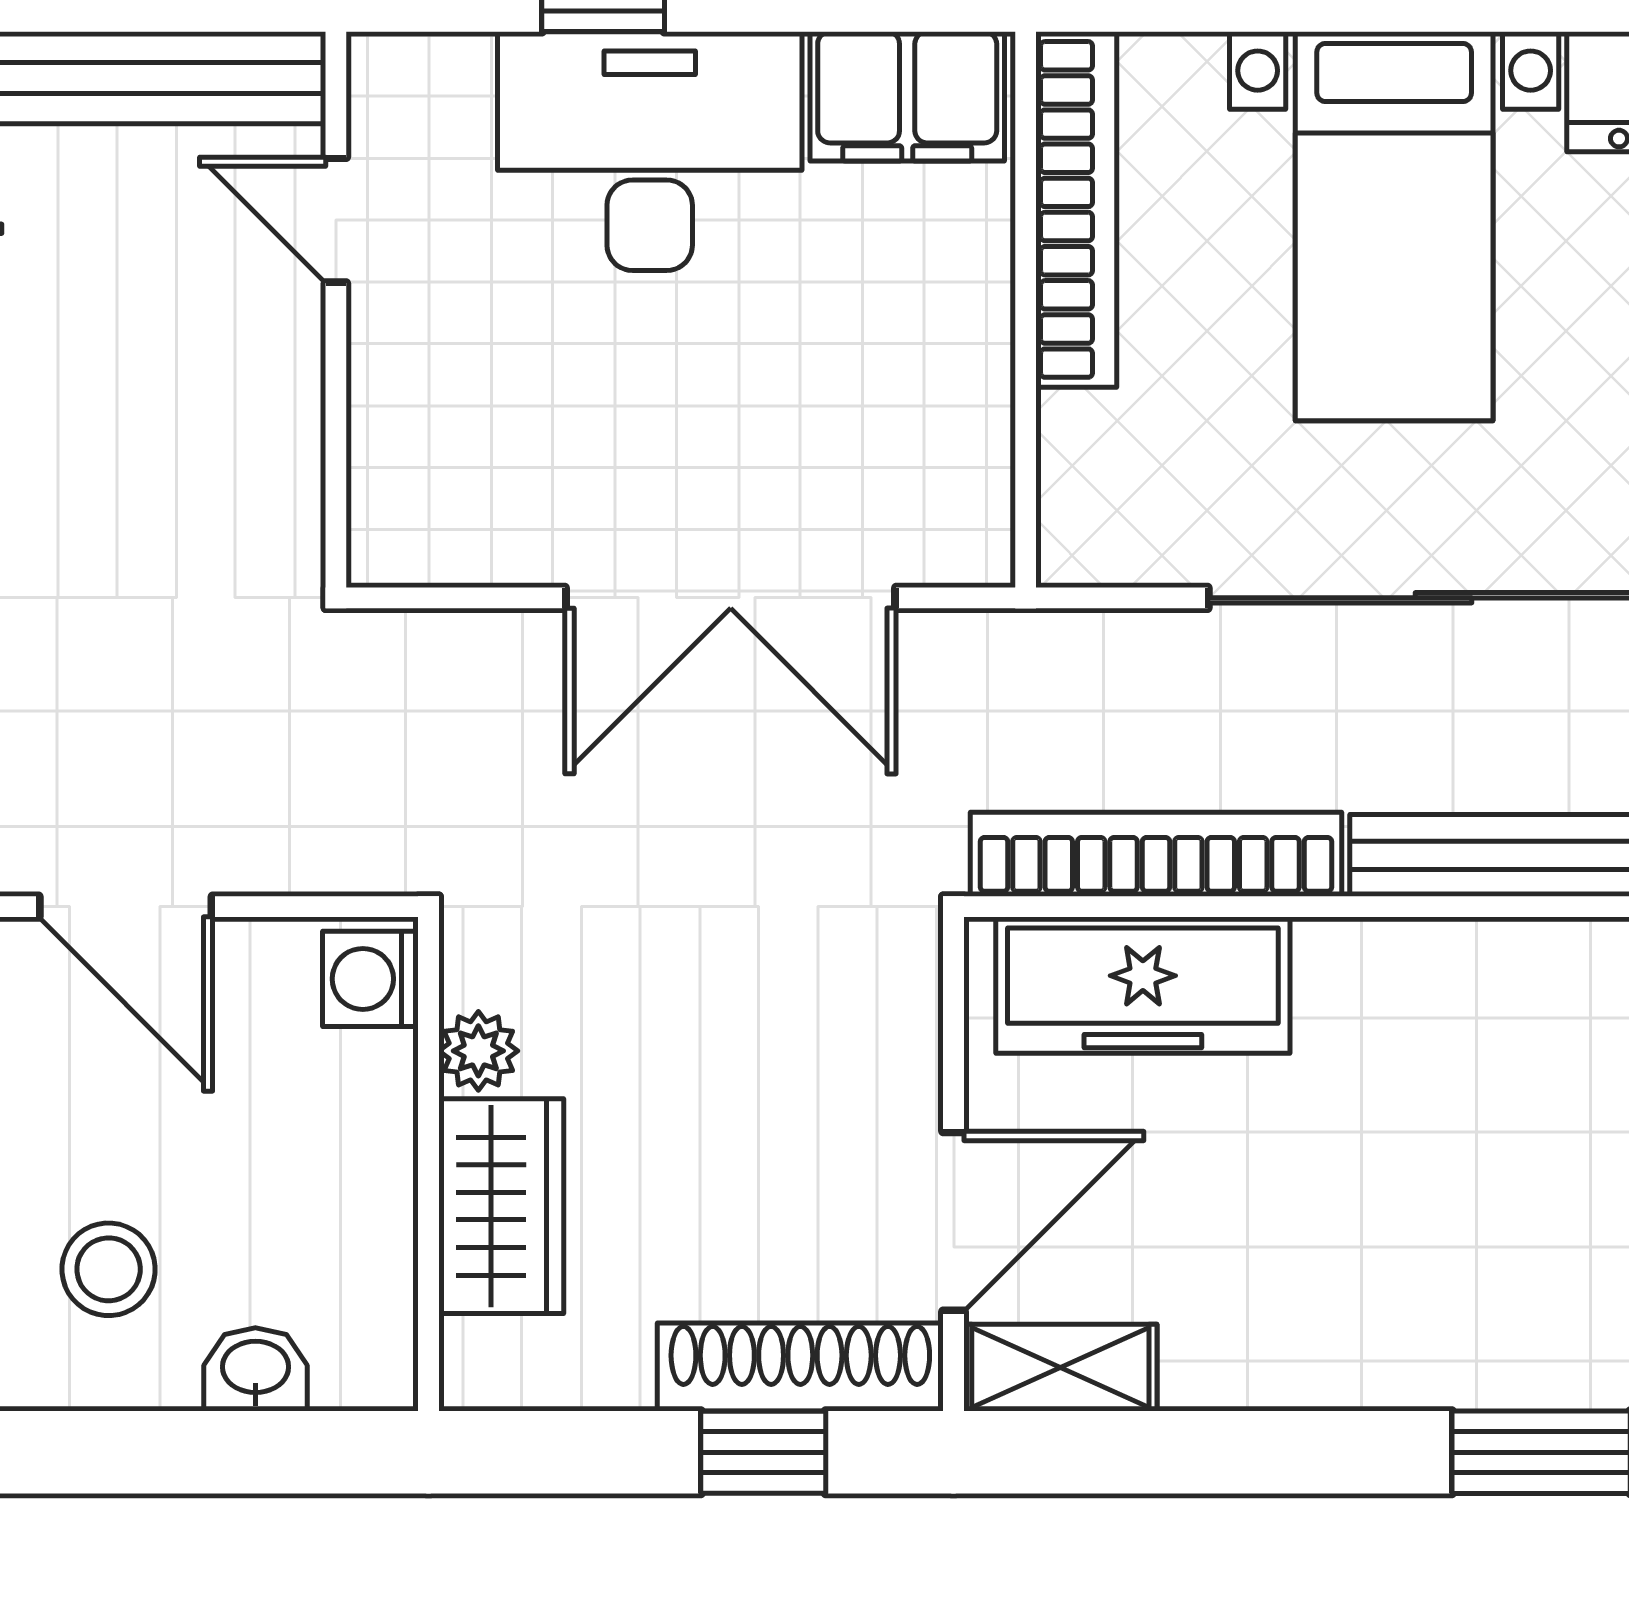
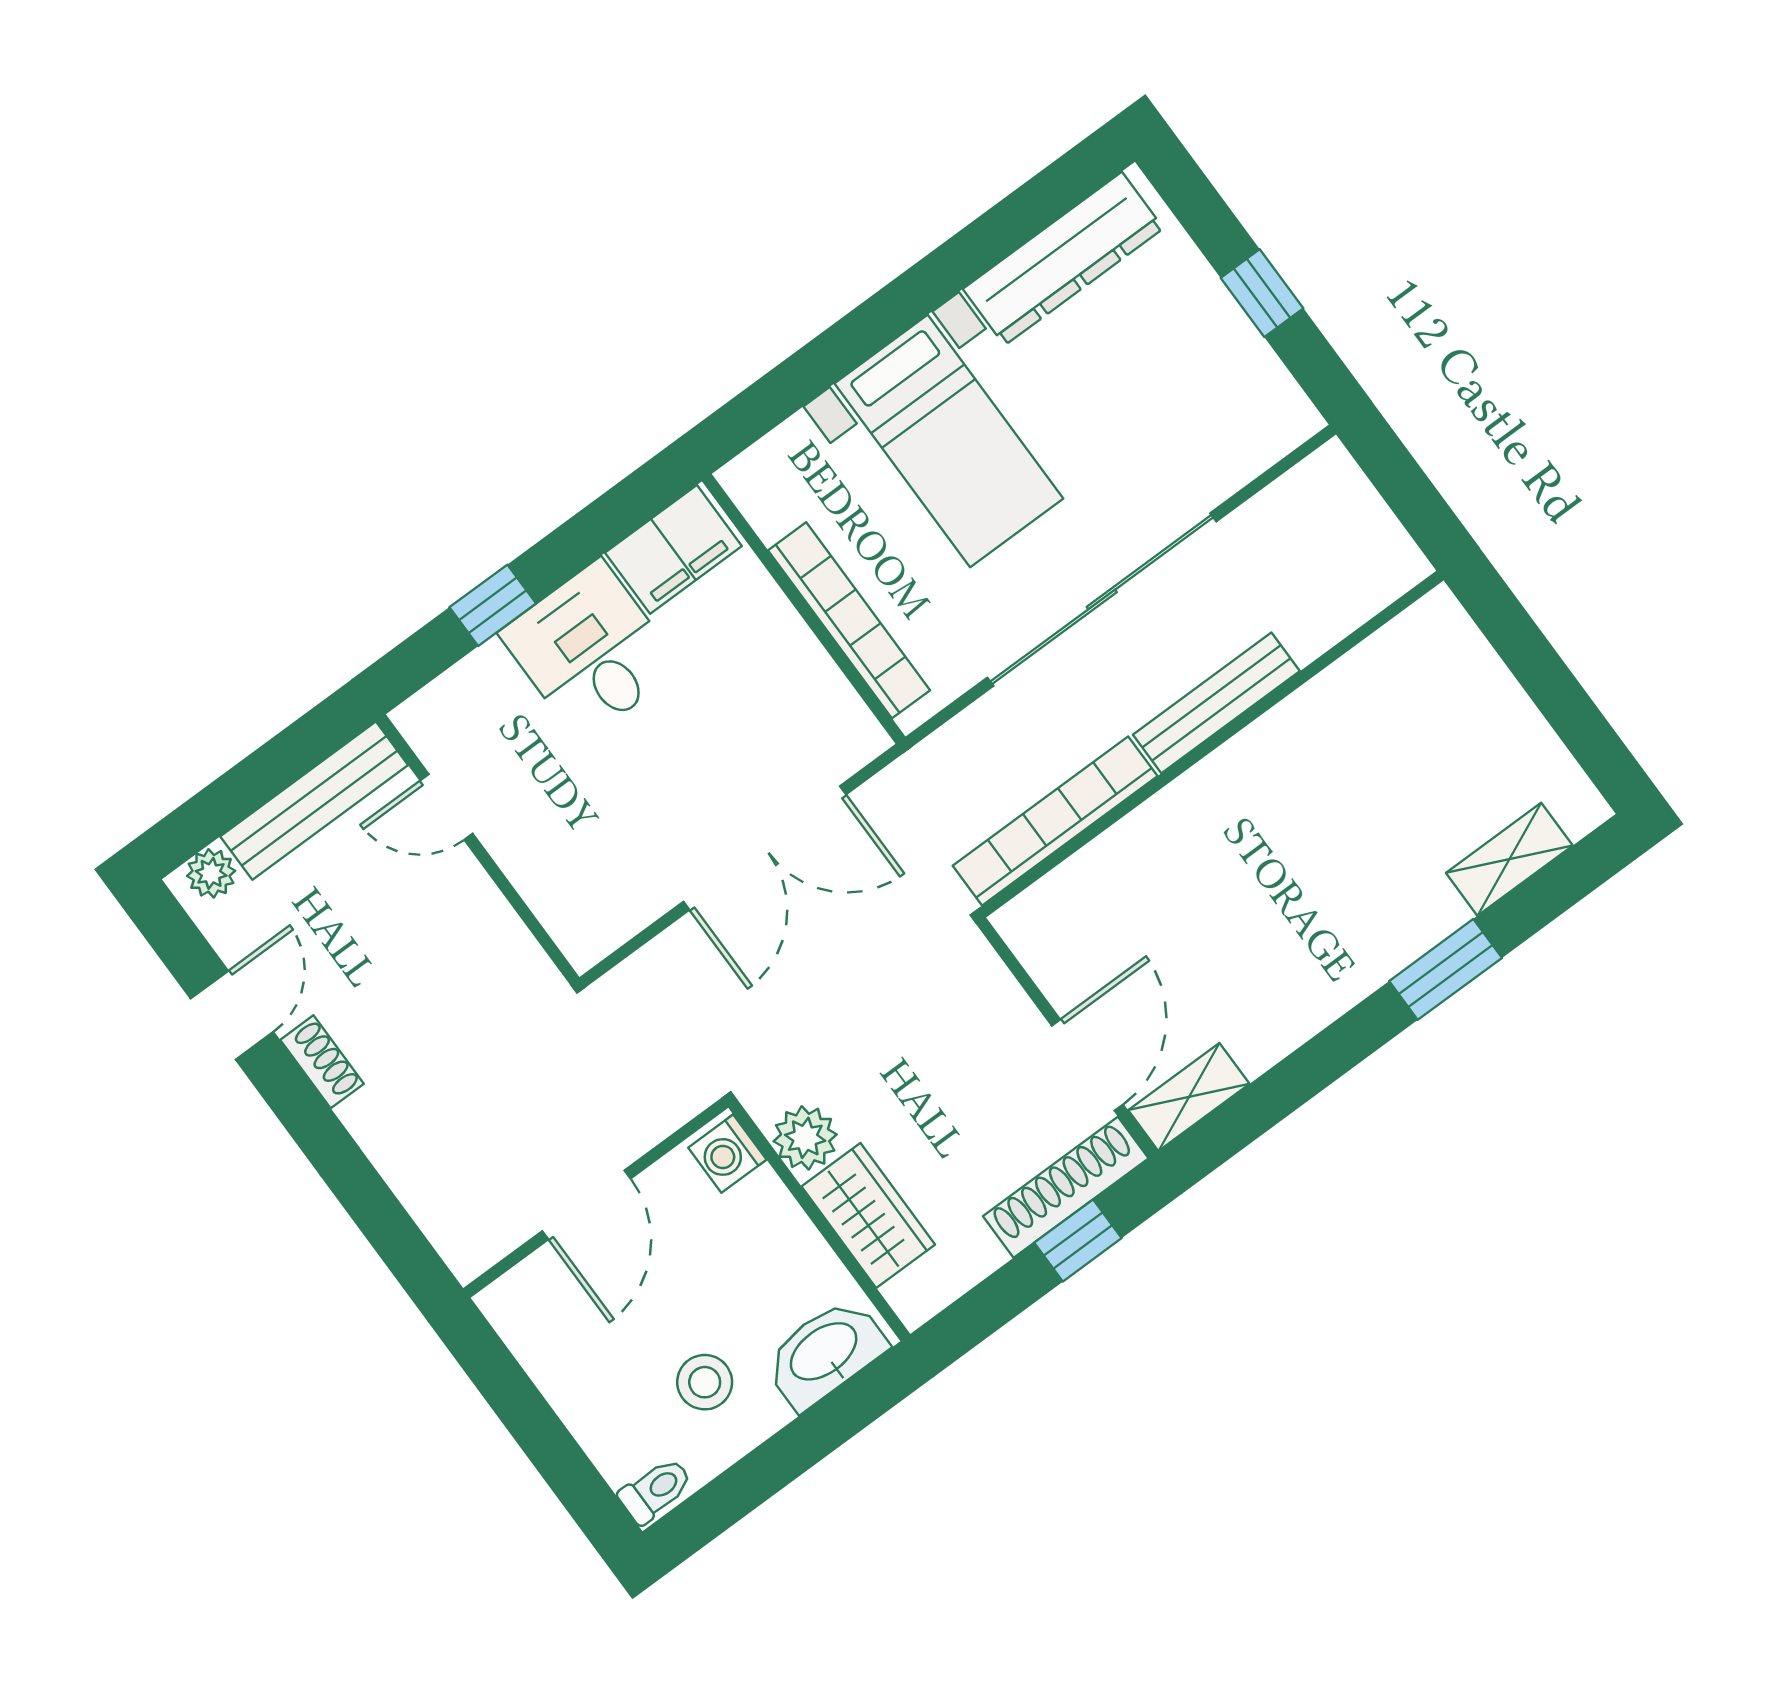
desk: (650, 151) -> (590, 651), width x0.73
bookcase: (1076, 209) -> (849, 620), moved
door: (126, 907) -> (586, 1205), hinge flipped
freezer: (1143, 985) -> (1095, 887), removed
plant: (478, 1051) -> (805, 1138), width x1.38, depth x1.38
washbasin: (255, 1369) -> (825, 1353), width x1.91, depth x1.45

